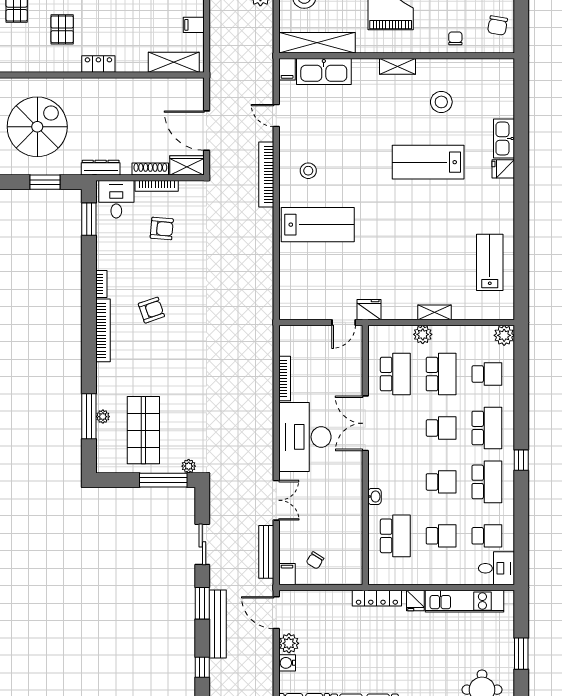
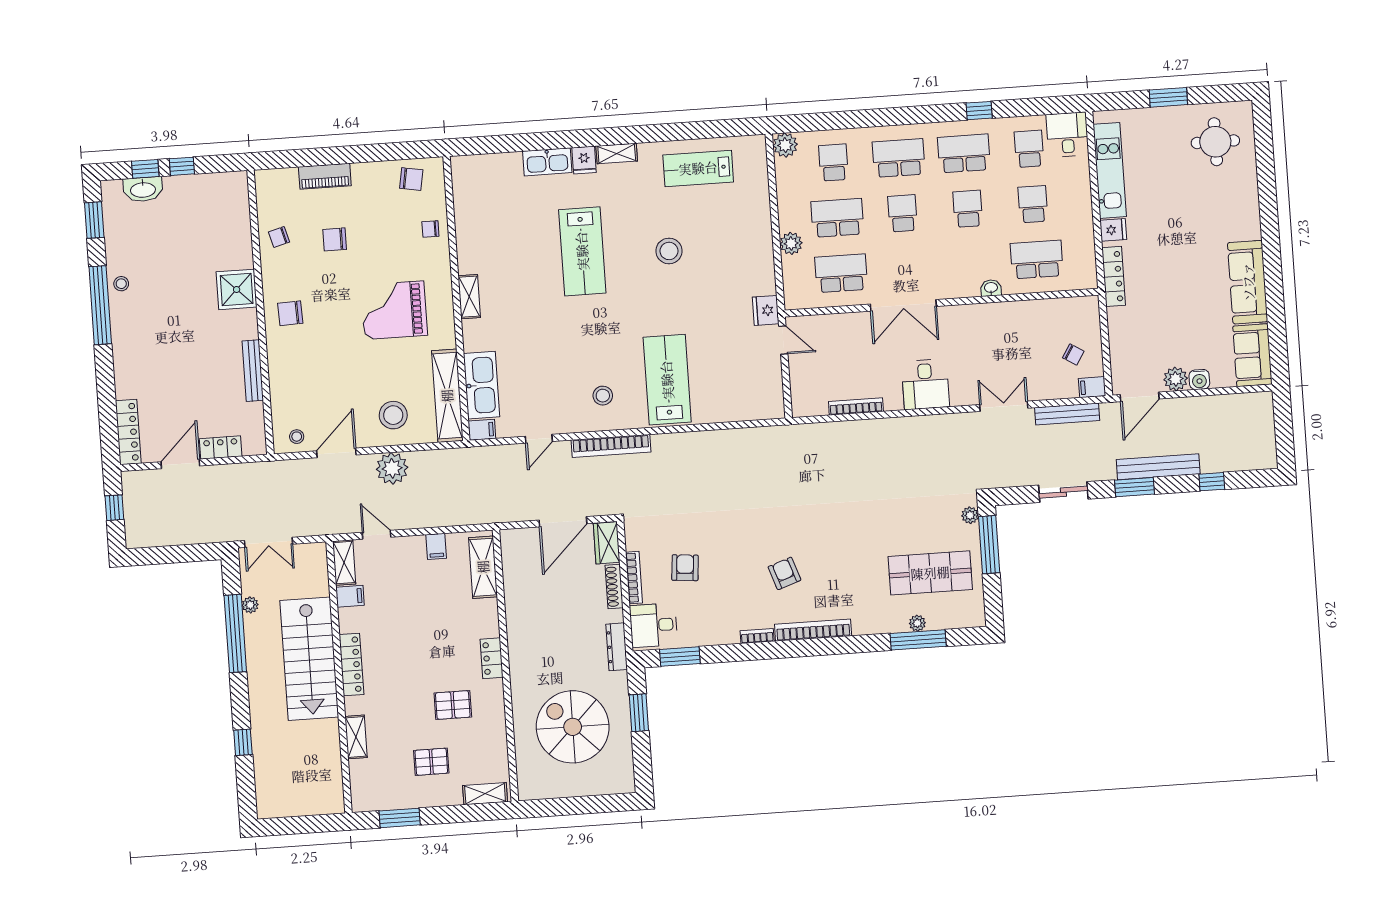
stool: (441, 102) -> (669, 251), moved
shelving: (435, 312) -> (617, 153), moved, turned 90
desk: (305, 437) -> (925, 384), width x0.53, depth x0.77
window: (521, 460) -> (979, 111), moved

